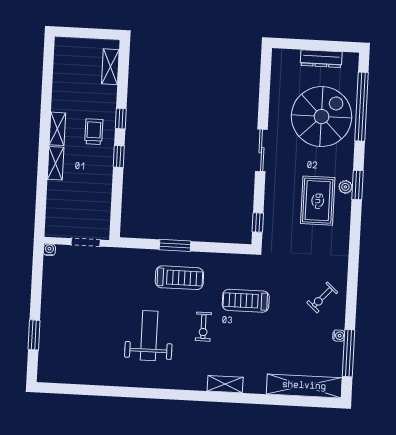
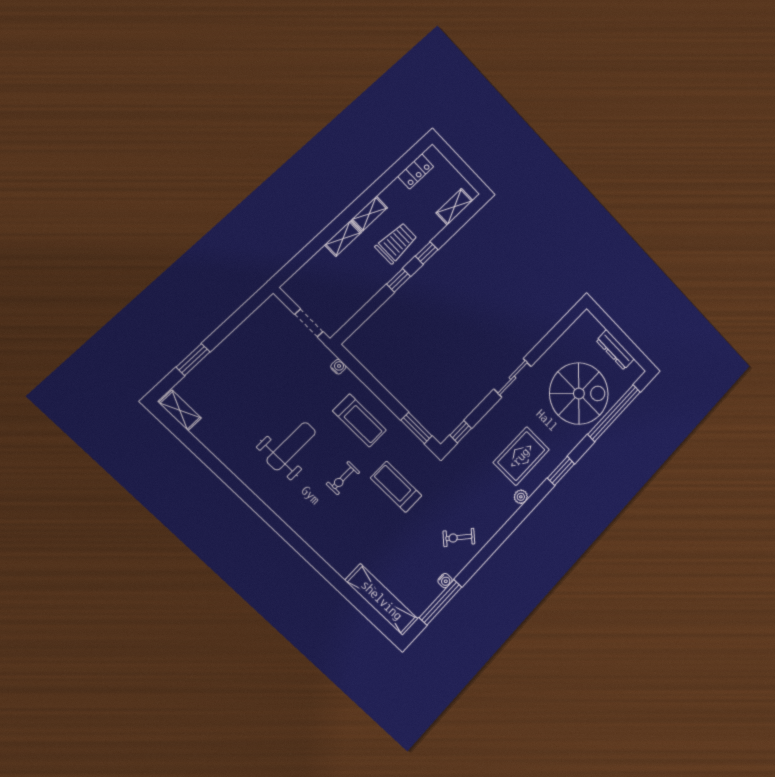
locker: (61, 68) -> (416, 171), added
trolley: (94, 132) -> (396, 243), width x1.36, depth x1.39
plant: (345, 187) -> (521, 497), moved
window: (175, 245) -> (416, 428), moved
water cooler: (49, 250) -> (338, 367), moved
shelving: (225, 384) -> (180, 410), moved

